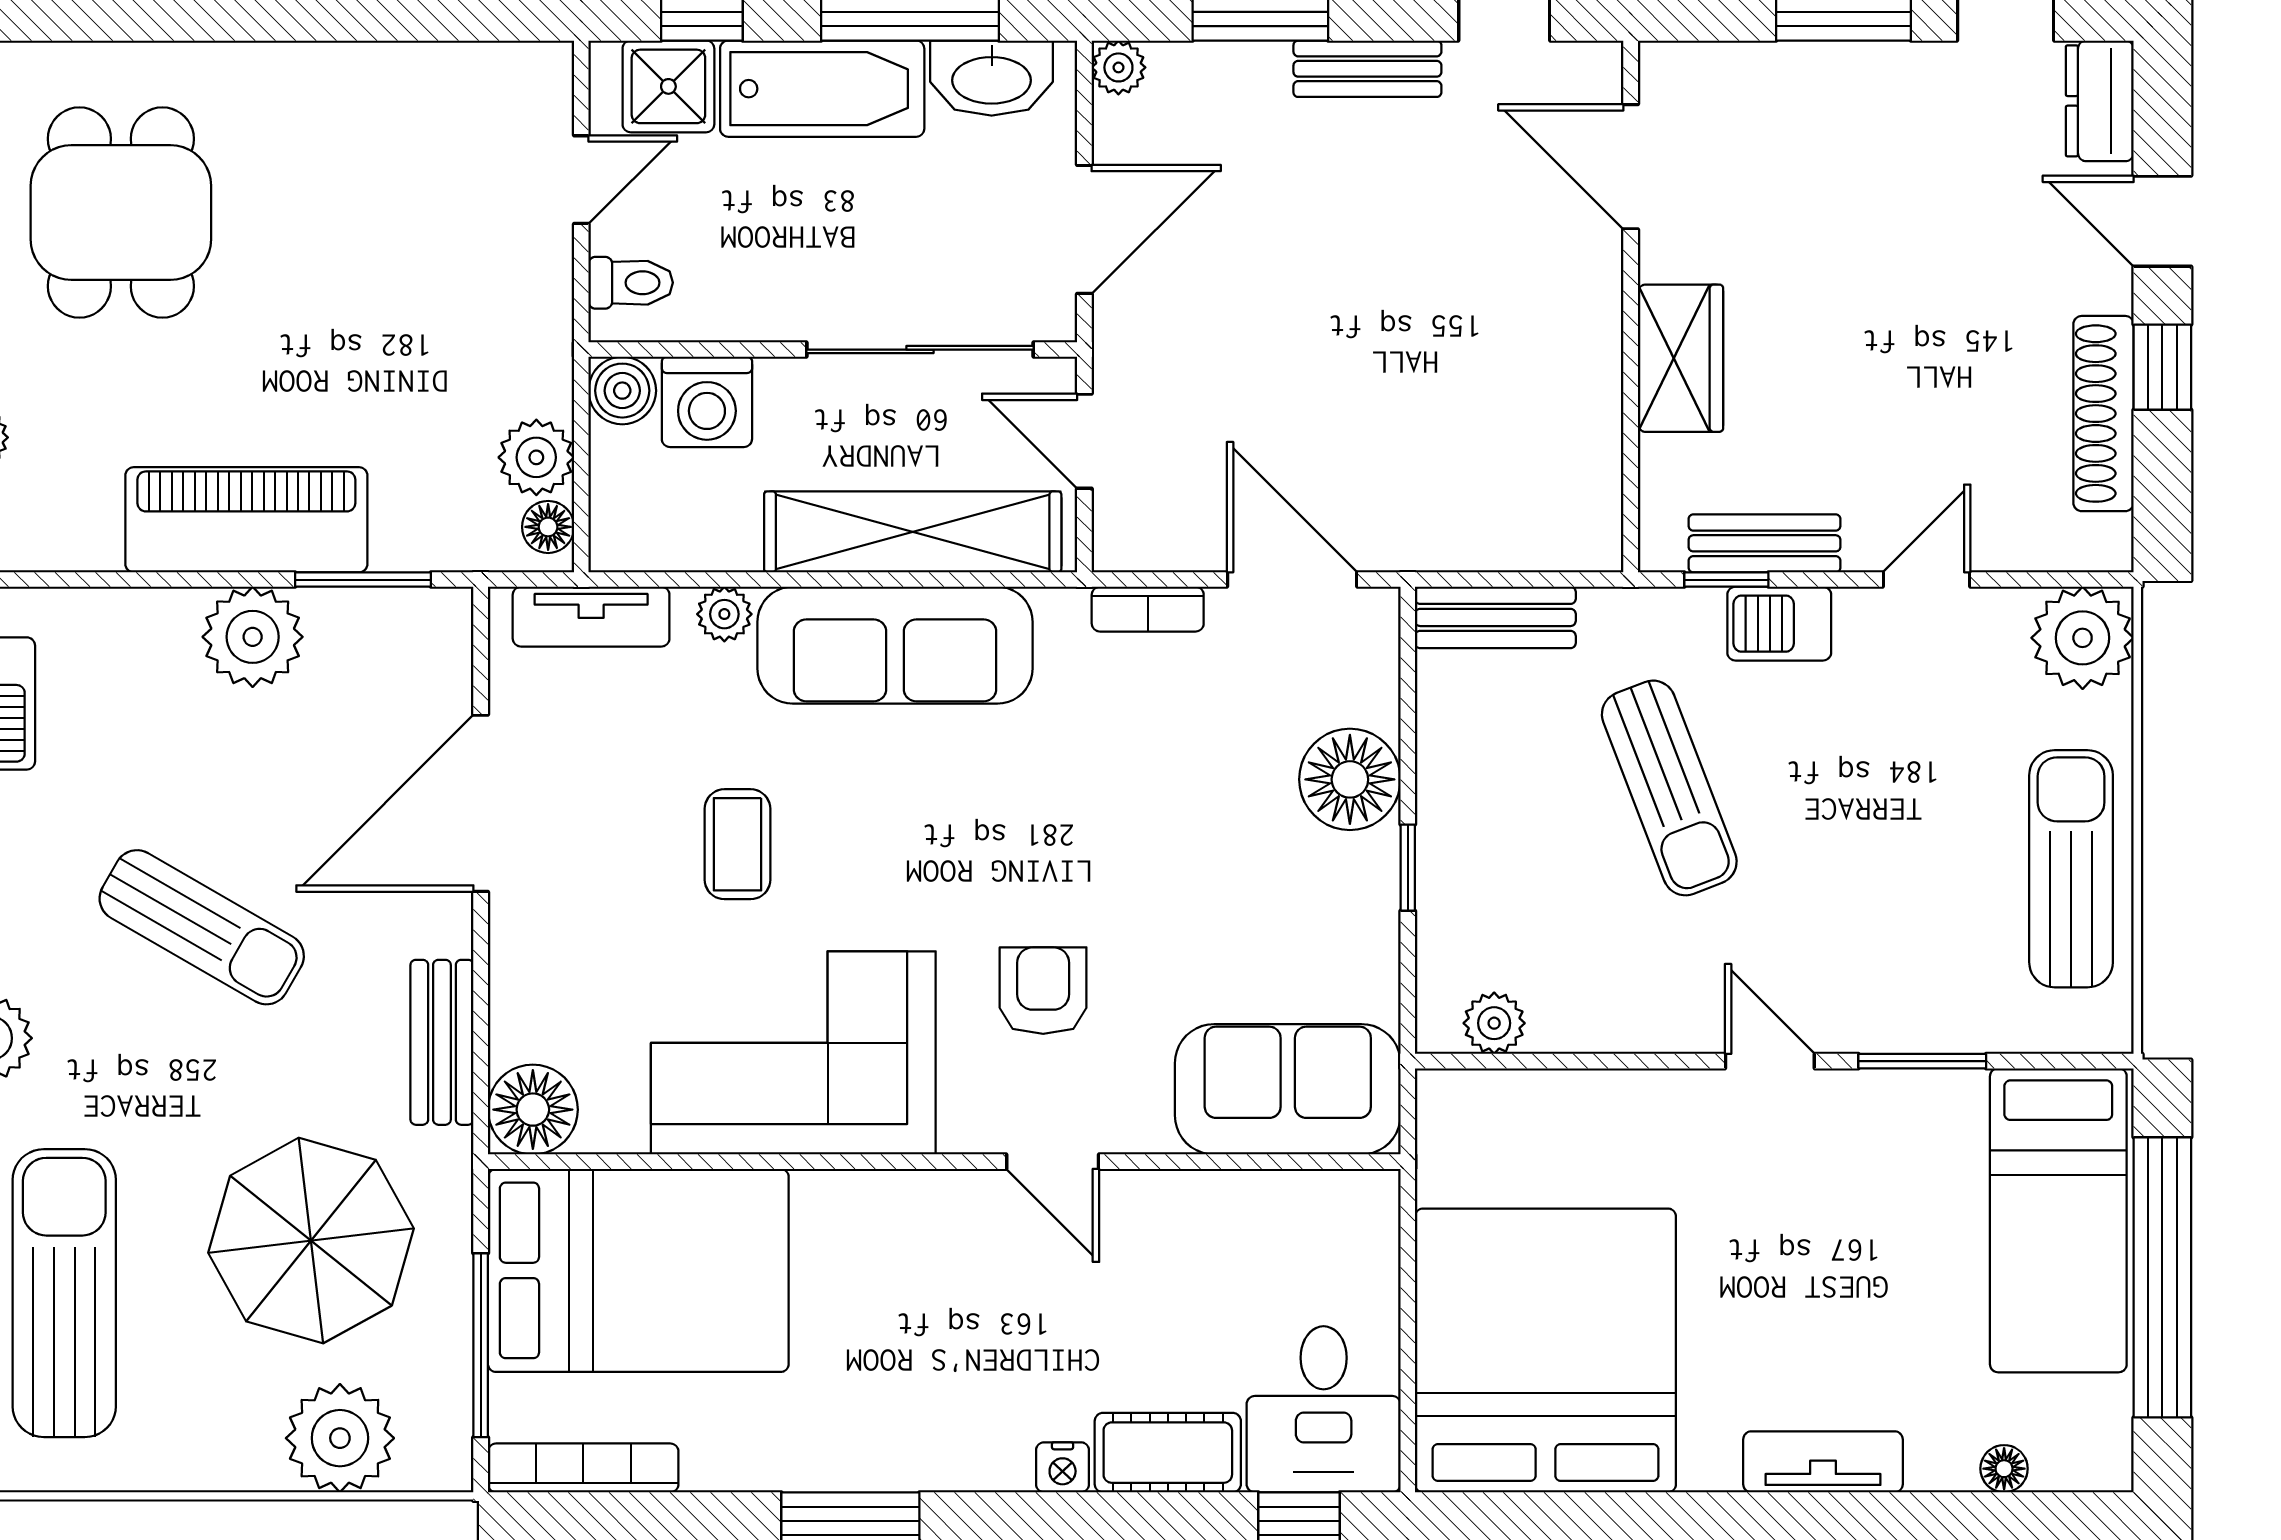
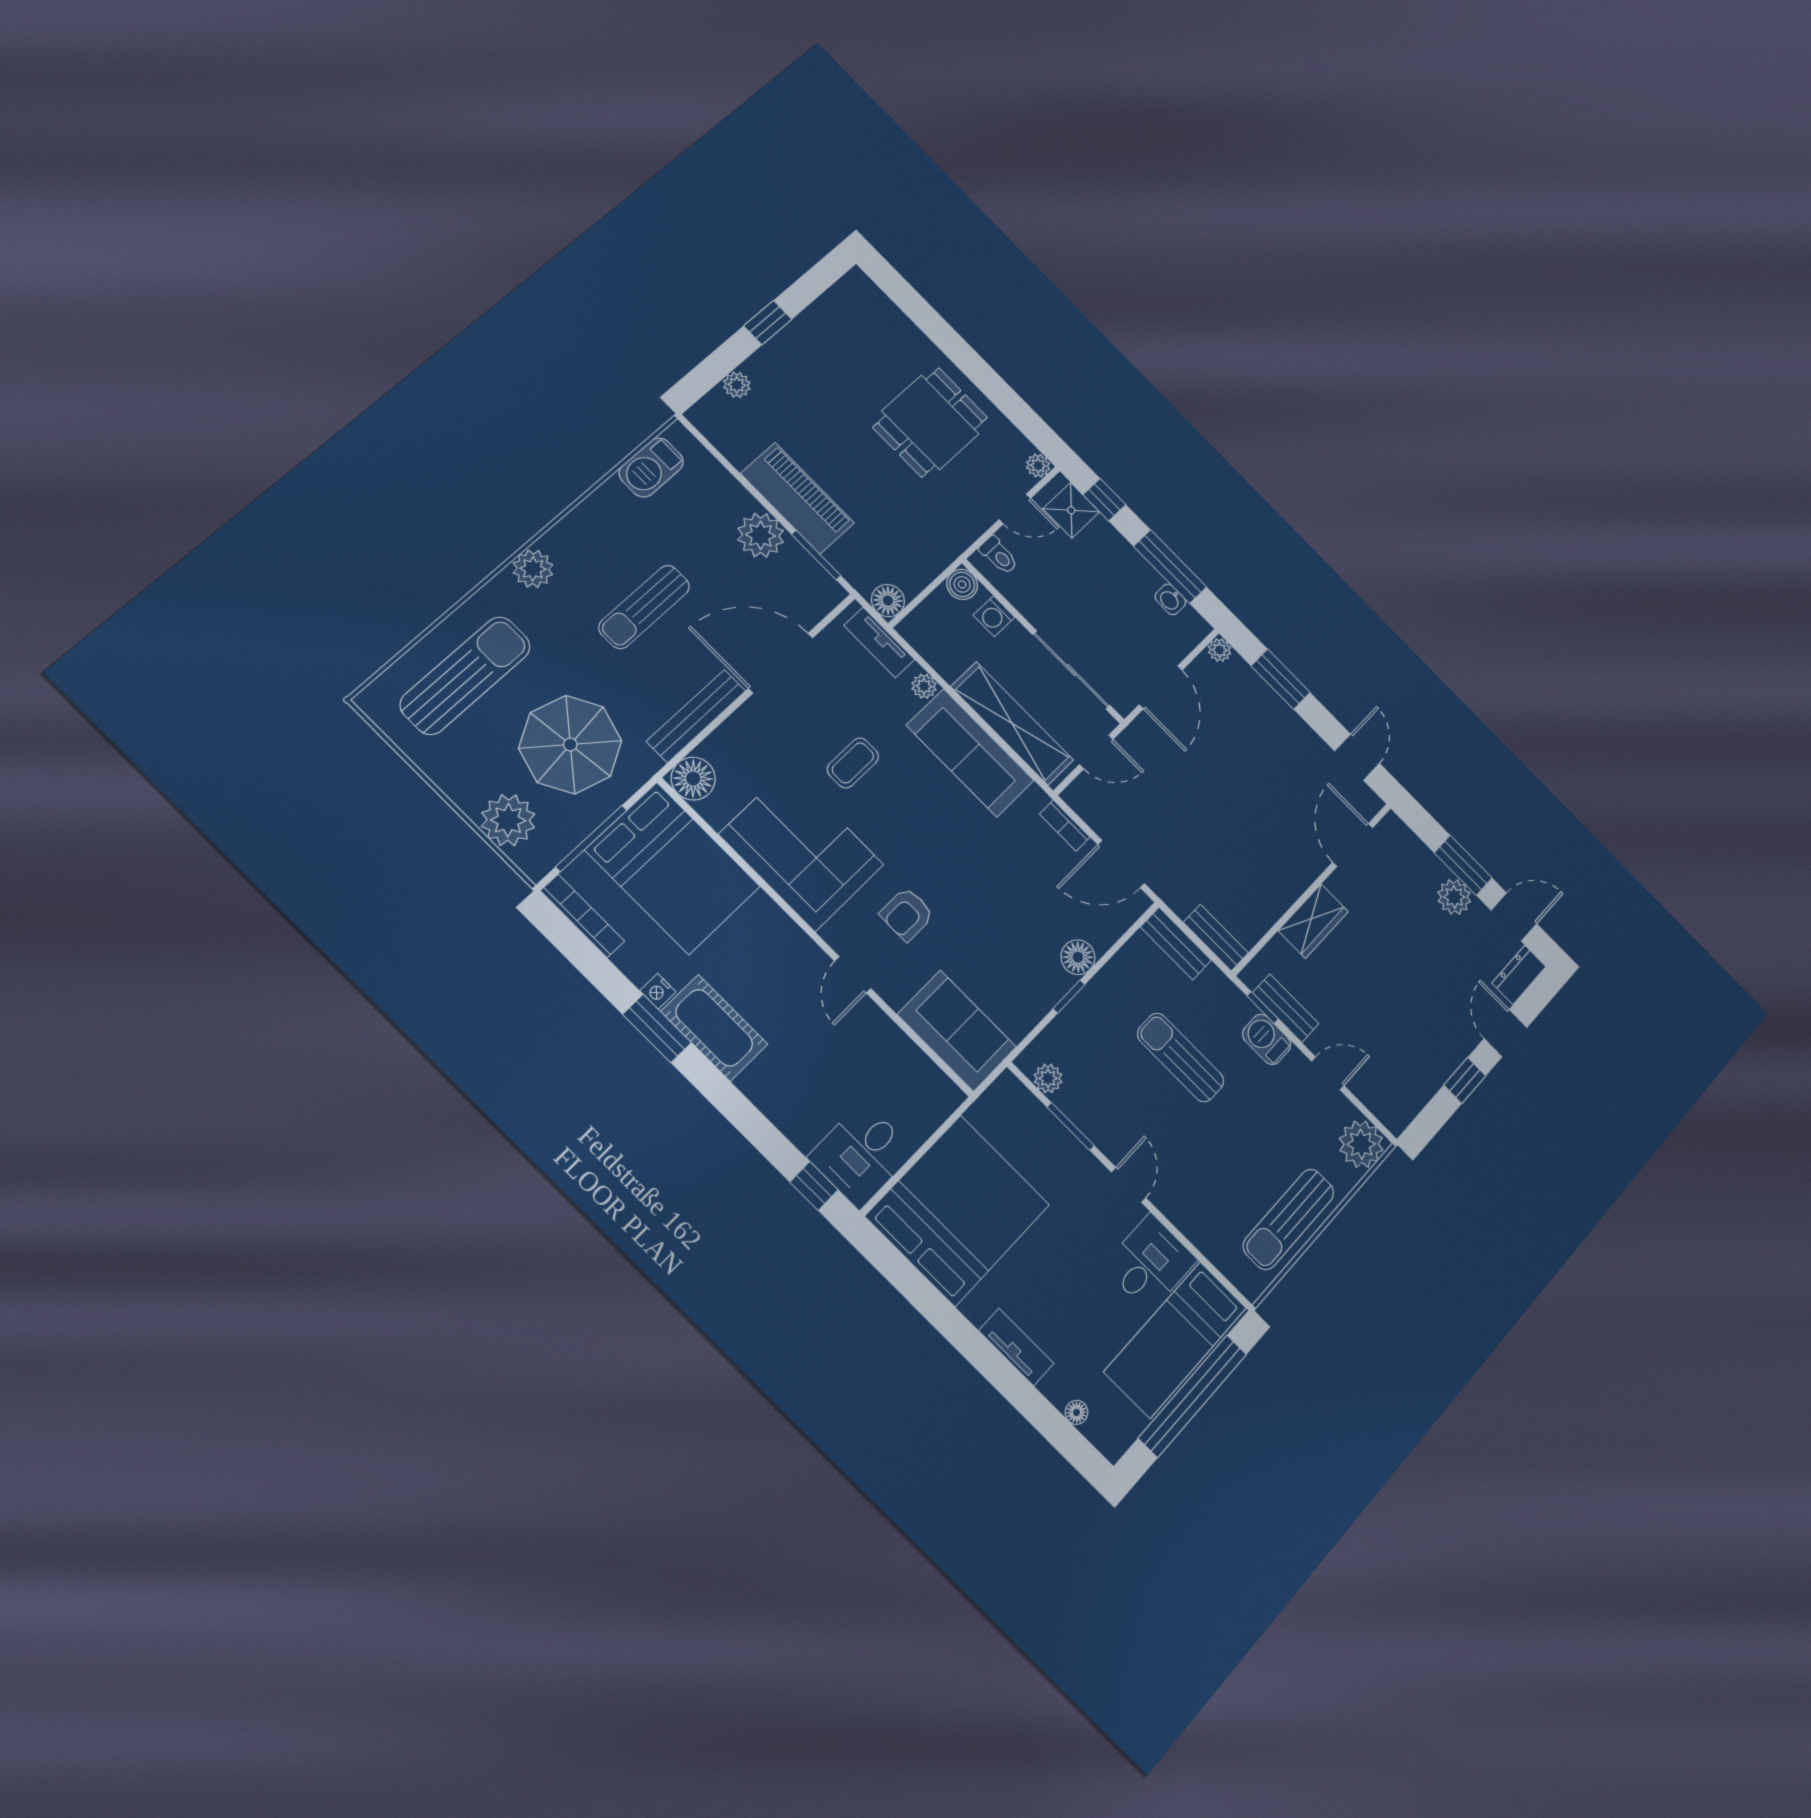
bench: (1367, 69) -> (1216, 938), moved
washbasin: (992, 78) -> (1170, 599), width x0.52, depth x0.69
plant: (1876, 81) -> (1454, 897), added
bathtub: (822, 89) -> (1119, 561), removed
dining table: (121, 213) -> (930, 422), moved
door: (1084, 229) -> (1161, 687), hinge flipped
washing machine: (707, 402) -> (994, 616), width x0.73, depth x0.73
shoe rack: (2104, 414) -> (1433, 1077), removed
door: (1084, 441) -> (1096, 752), swing flipped
plant: (536, 457) -> (1038, 466), moved, width x0.73, depth x0.73
floor lamp: (548, 527) -> (888, 601), width x1.37, depth x1.37
door: (1292, 580) -> (1121, 864), swing flipped
floor lamp: (1350, 779) -> (1078, 957), width x0.73, depth x0.73
sun lounger: (1669, 788) -> (1181, 1058), turned 111
sun lounger: (2071, 869) -> (1289, 1219), turned 180
sun lounger: (202, 927) -> (644, 607), turned 60
armchair: (1043, 991) -> (907, 914), turned 180
bench: (442, 1042) -> (696, 716), width x1.36
window: (1922, 1061) -> (1071, 1126), moved
desk: (1913, 1145) -> (1150, 1263), added
cot: (1168, 1453) -> (714, 1028), moved, width x1.37, depth x1.34
nightstand: (1063, 1467) -> (658, 991), moved

